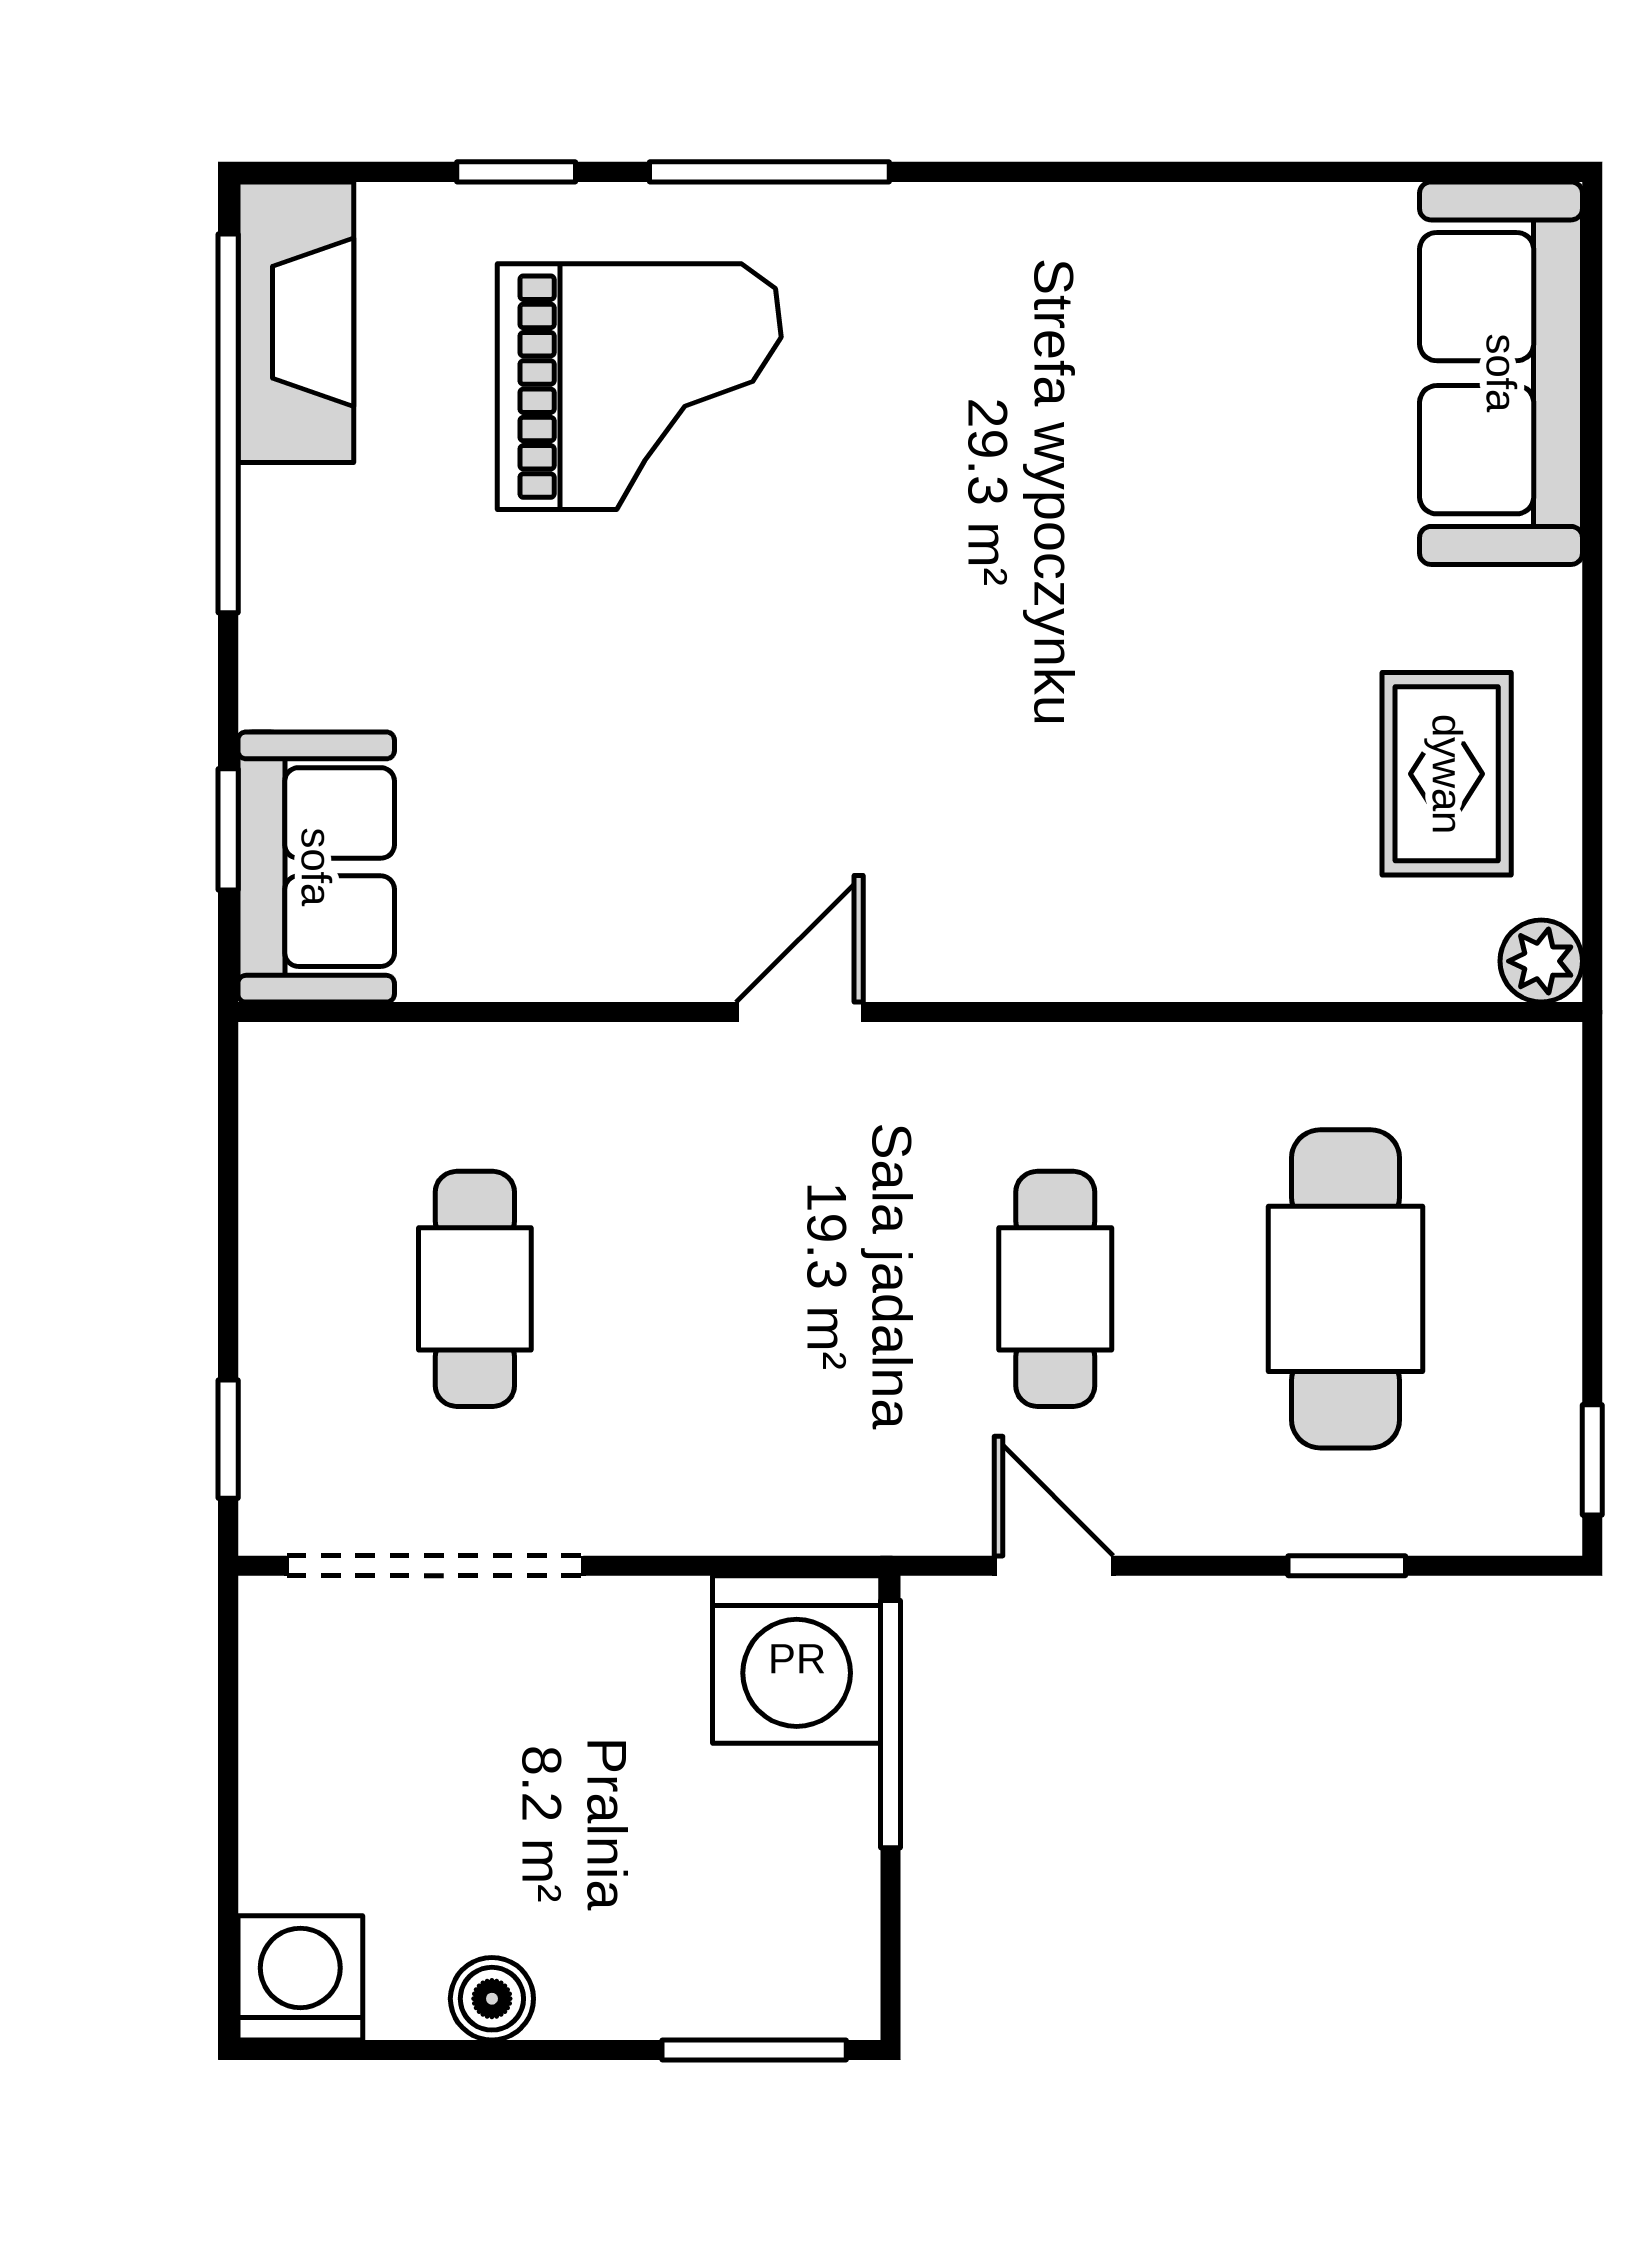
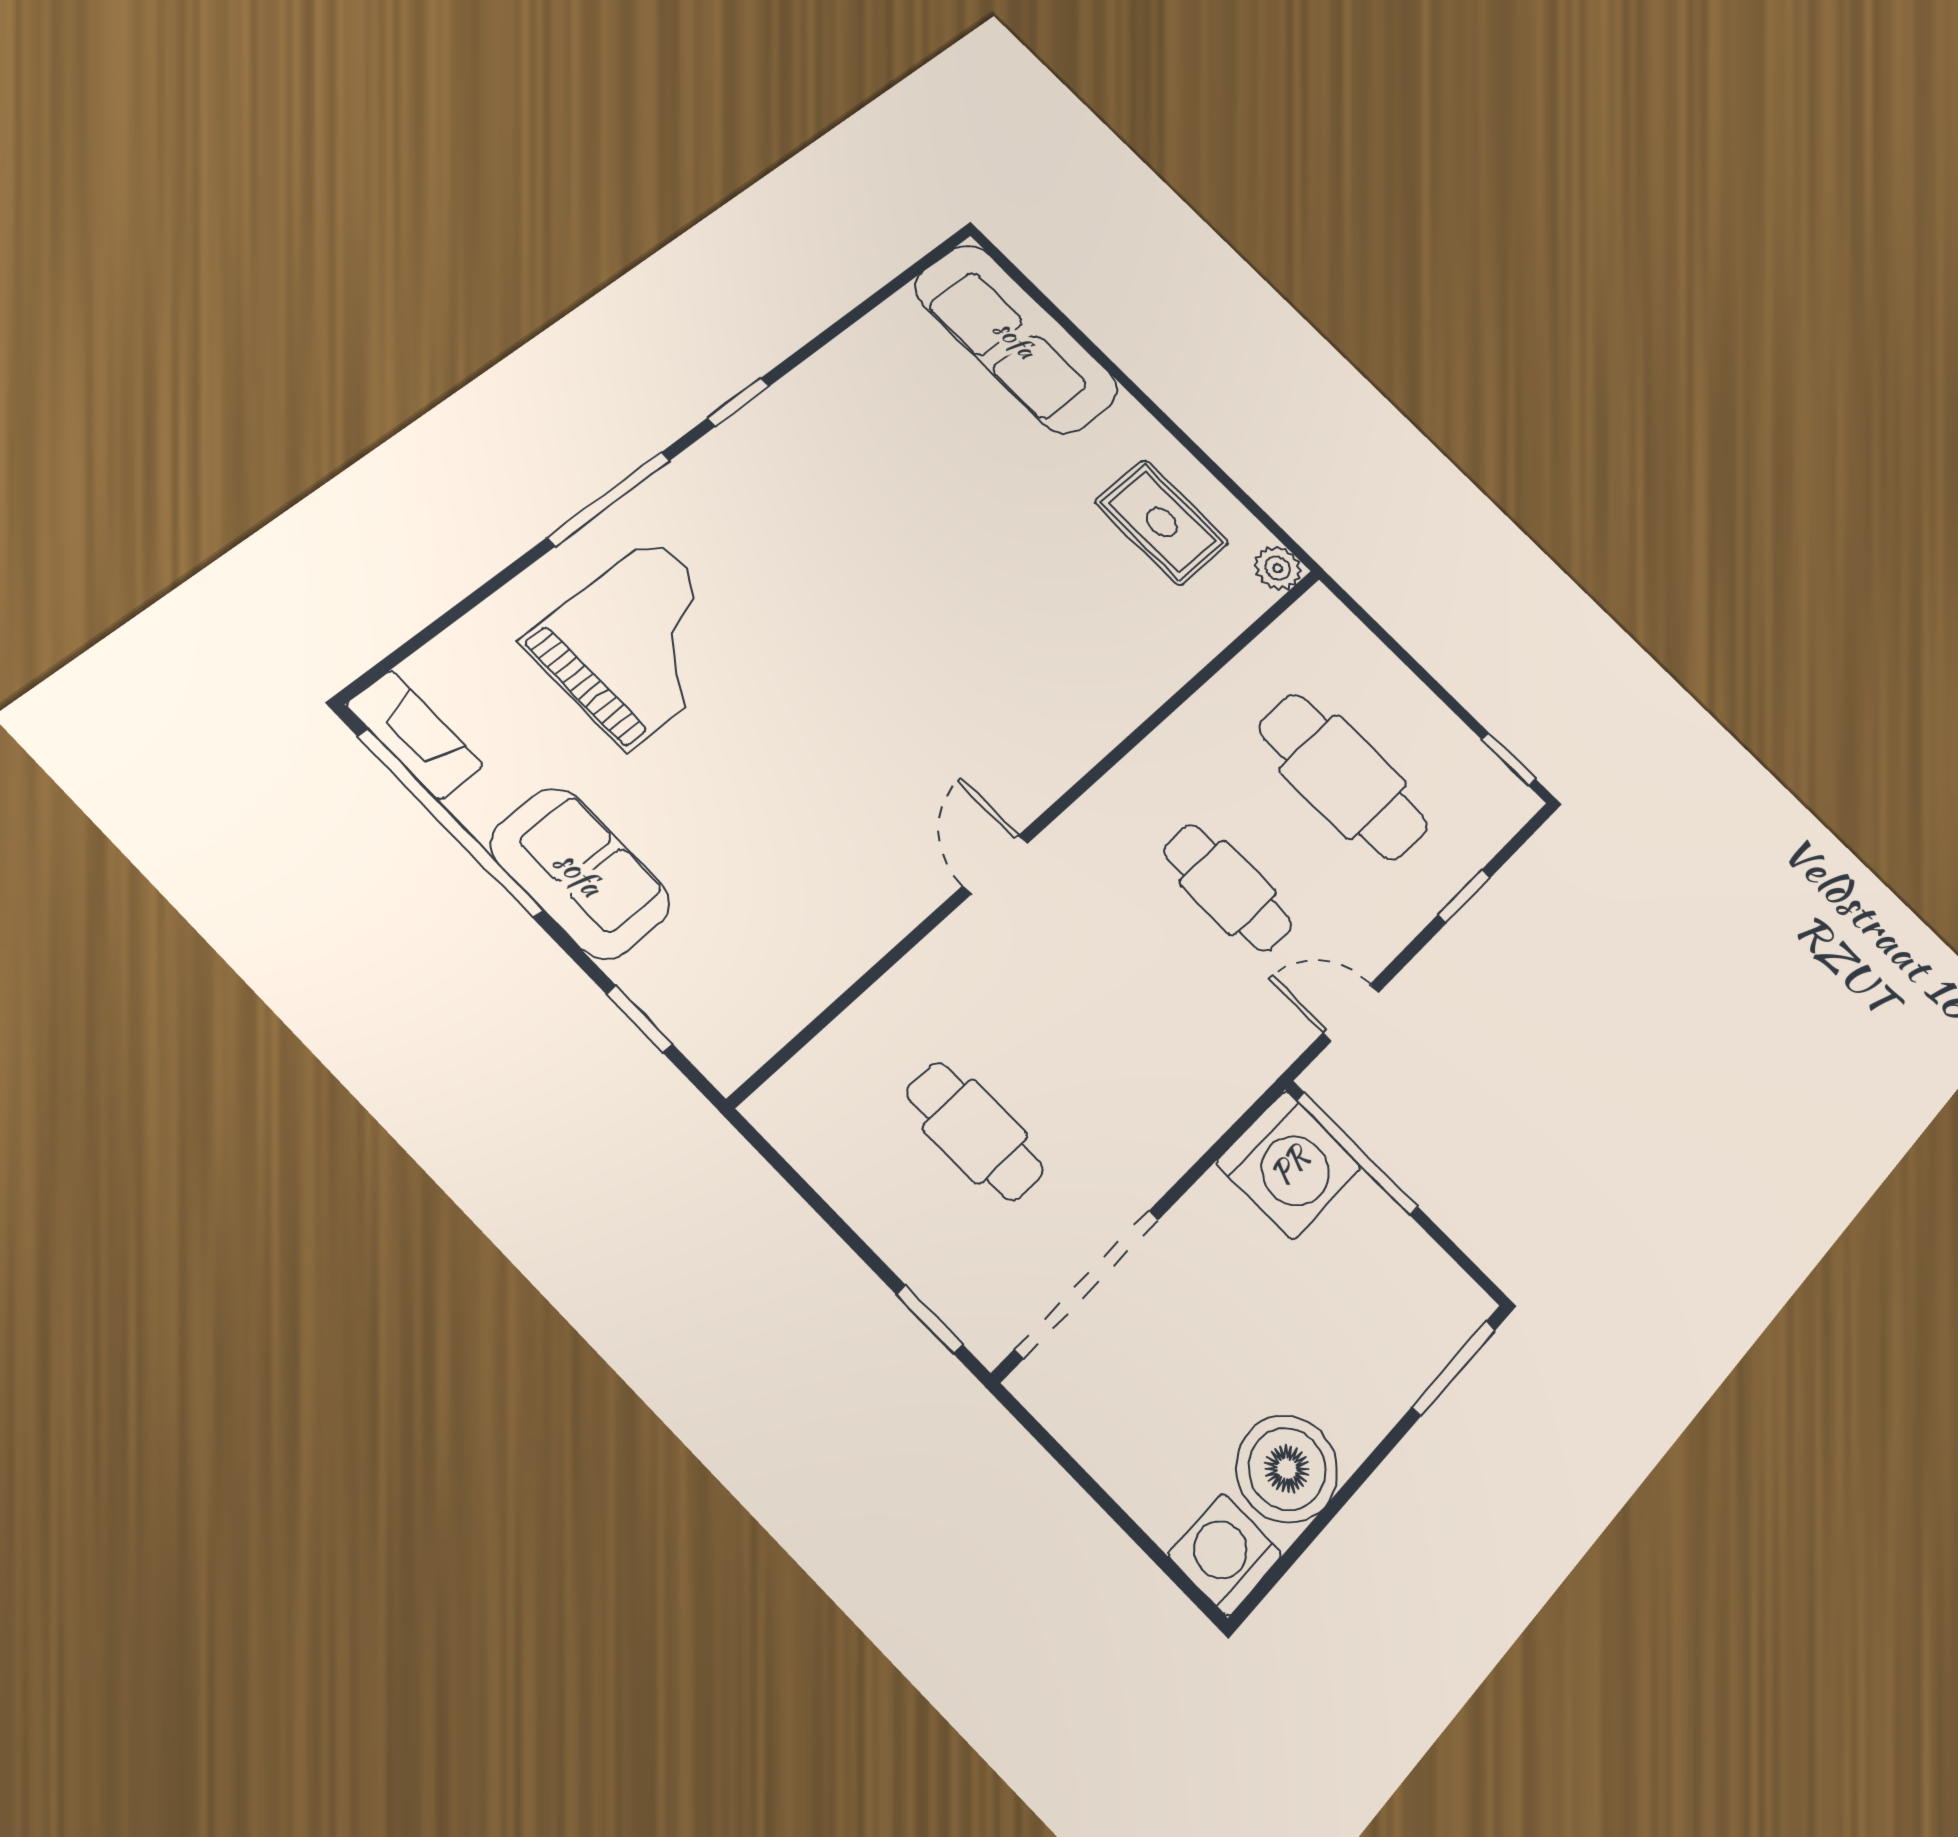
window: (516, 172) -> (738, 402), moved
fireplace: (296, 322) -> (415, 735), width x0.73, depth x0.76
sofa: (316, 867) -> (580, 873), moved
boiler: (492, 1999) -> (1287, 1469), width x1.86, depth x1.86

